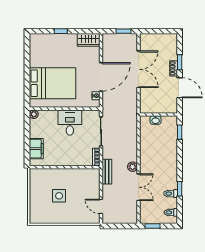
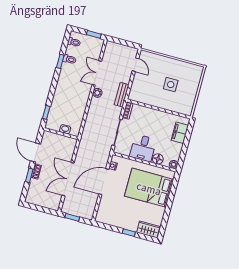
wardrobe: (89, 40) -> (148, 229), moved
floor lamp: (51, 115) -> (158, 159), added

